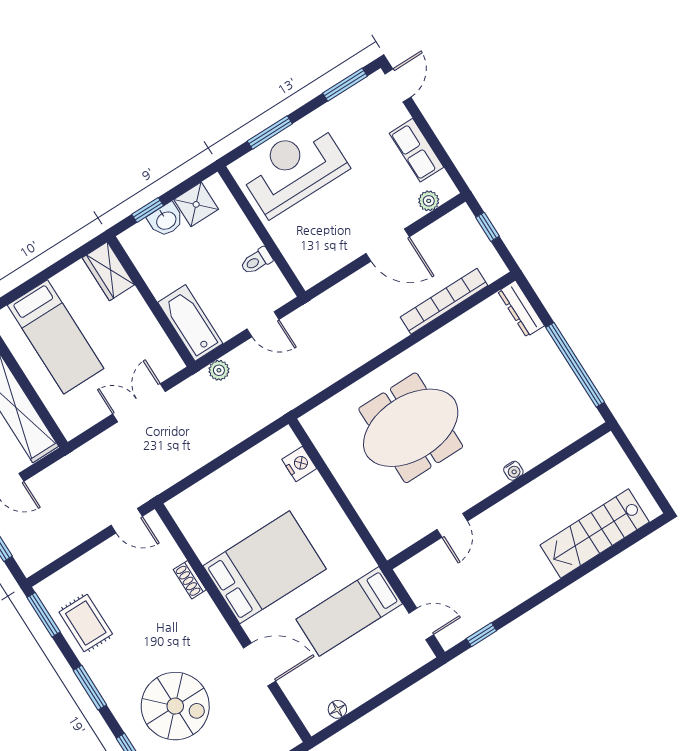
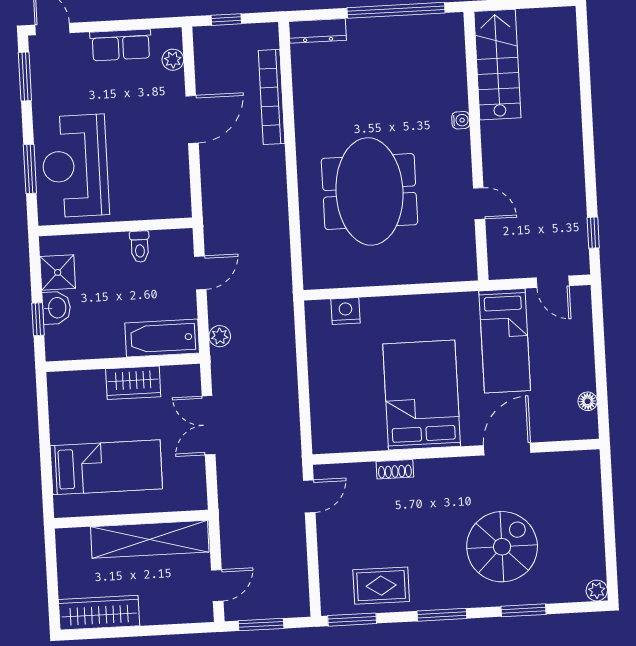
wardrobe: (108, 271) -> (133, 383), moved
stairs: (595, 534) -> (497, 65), moved, turned 180
door: (421, 624) -> (553, 282), swing flipped

